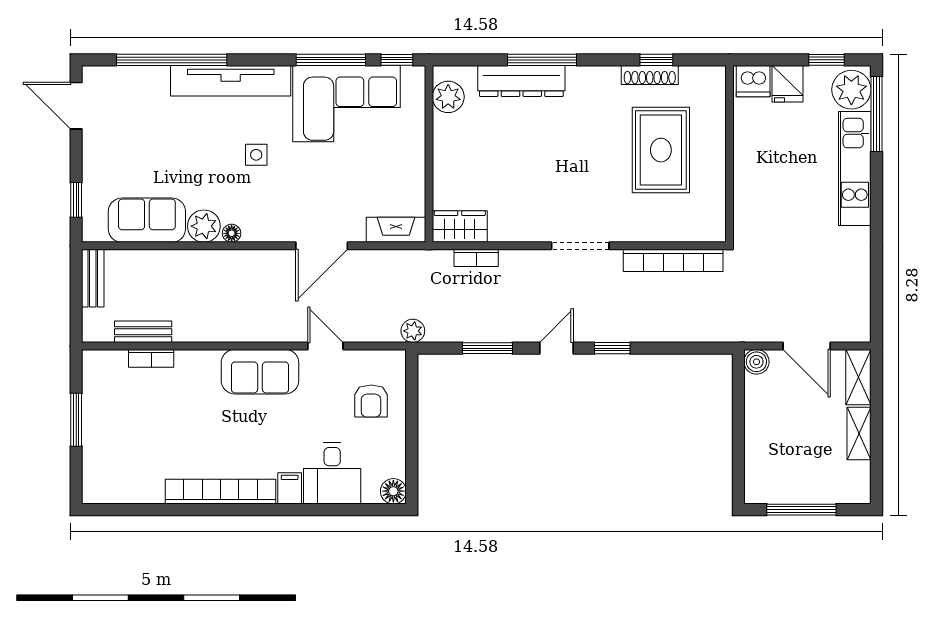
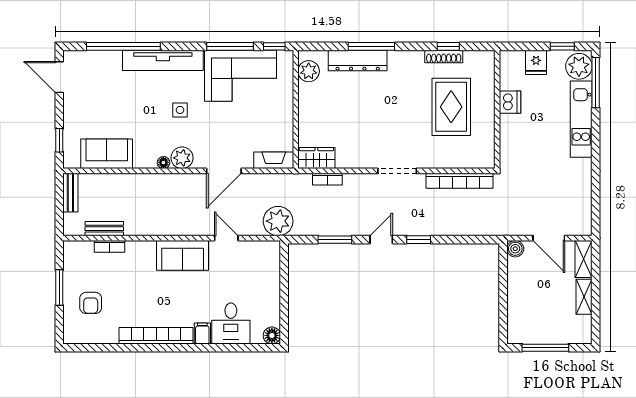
dishwasher: (753, 81) -> (510, 102), moved, turned -90
plant: (204, 226) -> (182, 158), moved
plant: (413, 331) -> (278, 221), width x1.87, depth x1.87
armchair: (371, 401) -> (91, 303), moved

